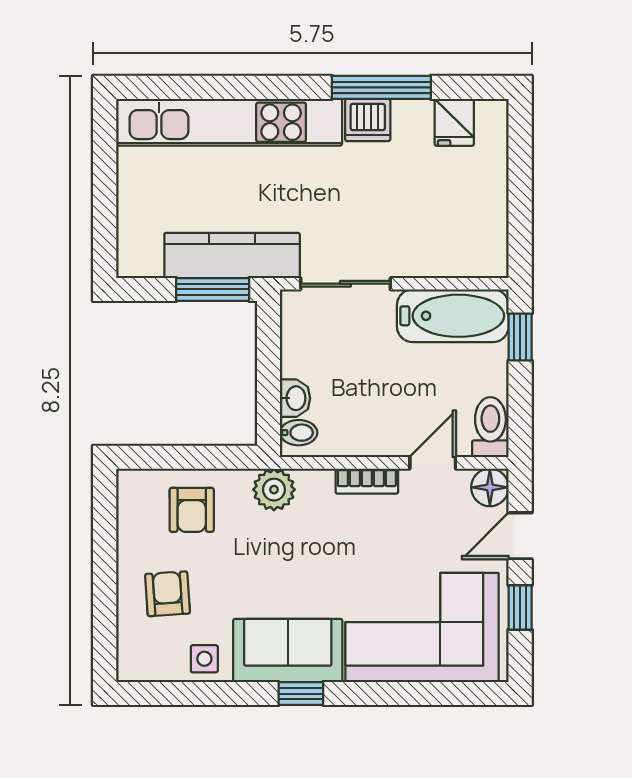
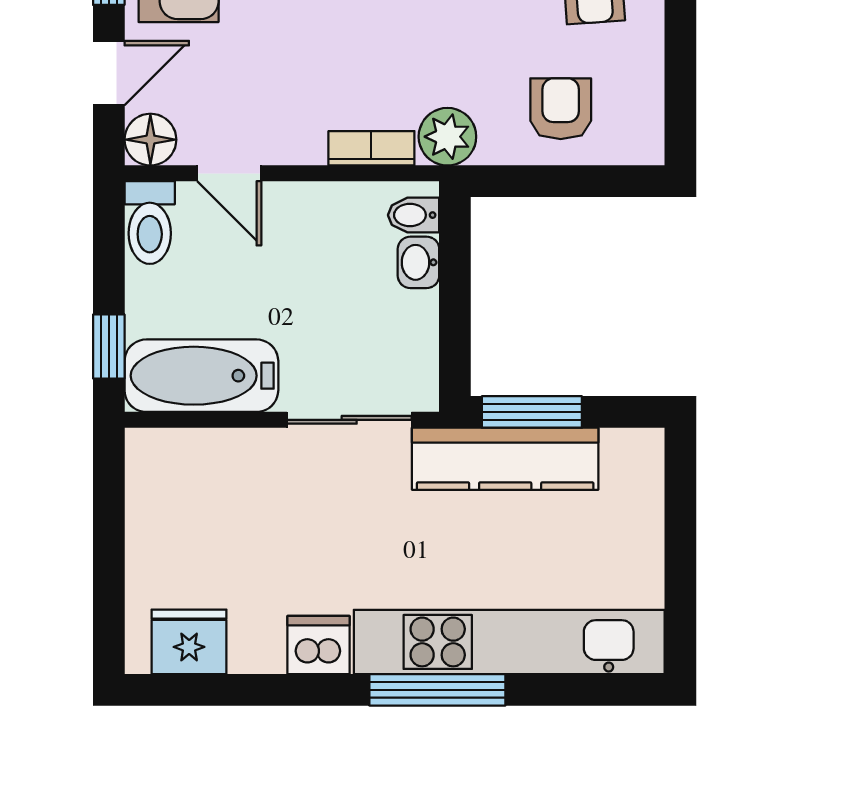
window: (381, 87) -> (437, 690), moved
fridge: (454, 122) -> (189, 642), width x1.38
door: (433, 463) -> (229, 173), hinge flipped
bookcase: (367, 481) -> (371, 148), moved

